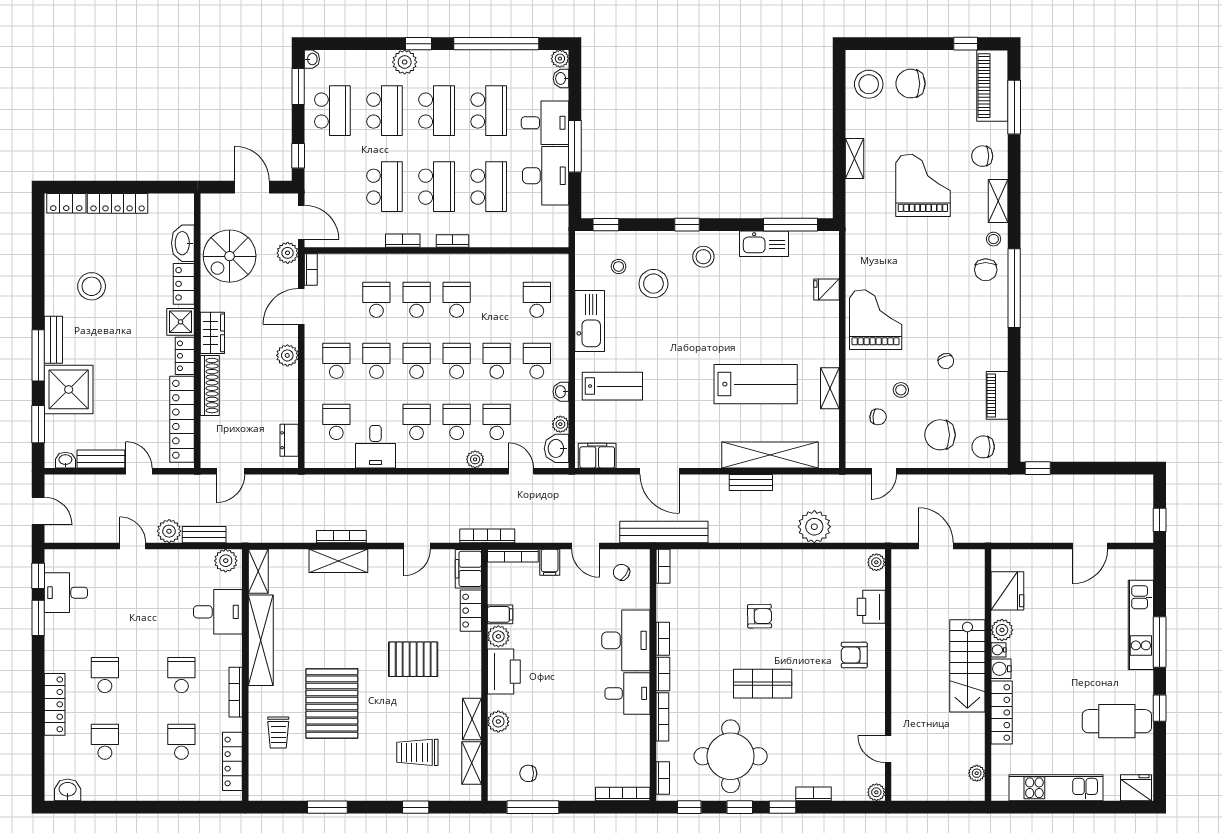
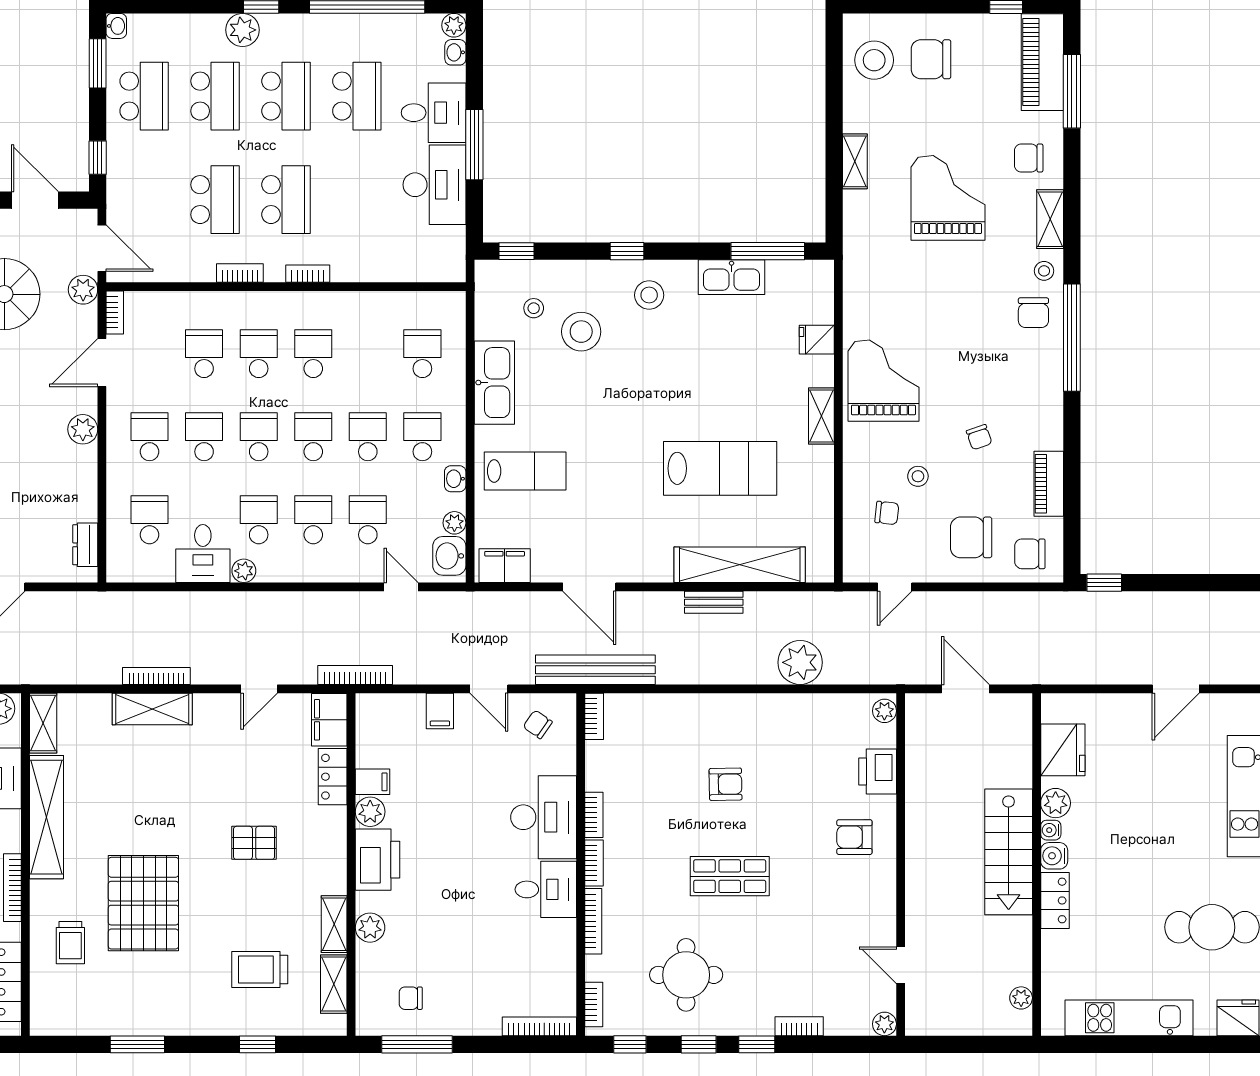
school desk: (489, 187) -> (357, 200), removed
shelving: (830, 388) -> (821, 416), moved
plant: (475, 459) -> (244, 571), moved
bookcase: (513, 556) -> (390, 702), removed
pallet: (413, 659) -> (254, 843), width x0.67, depth x0.71
locker: (1002, 712) -> (1055, 900), width x0.66
round table: (731, 756) -> (686, 975), width x0.73, depth x0.73

